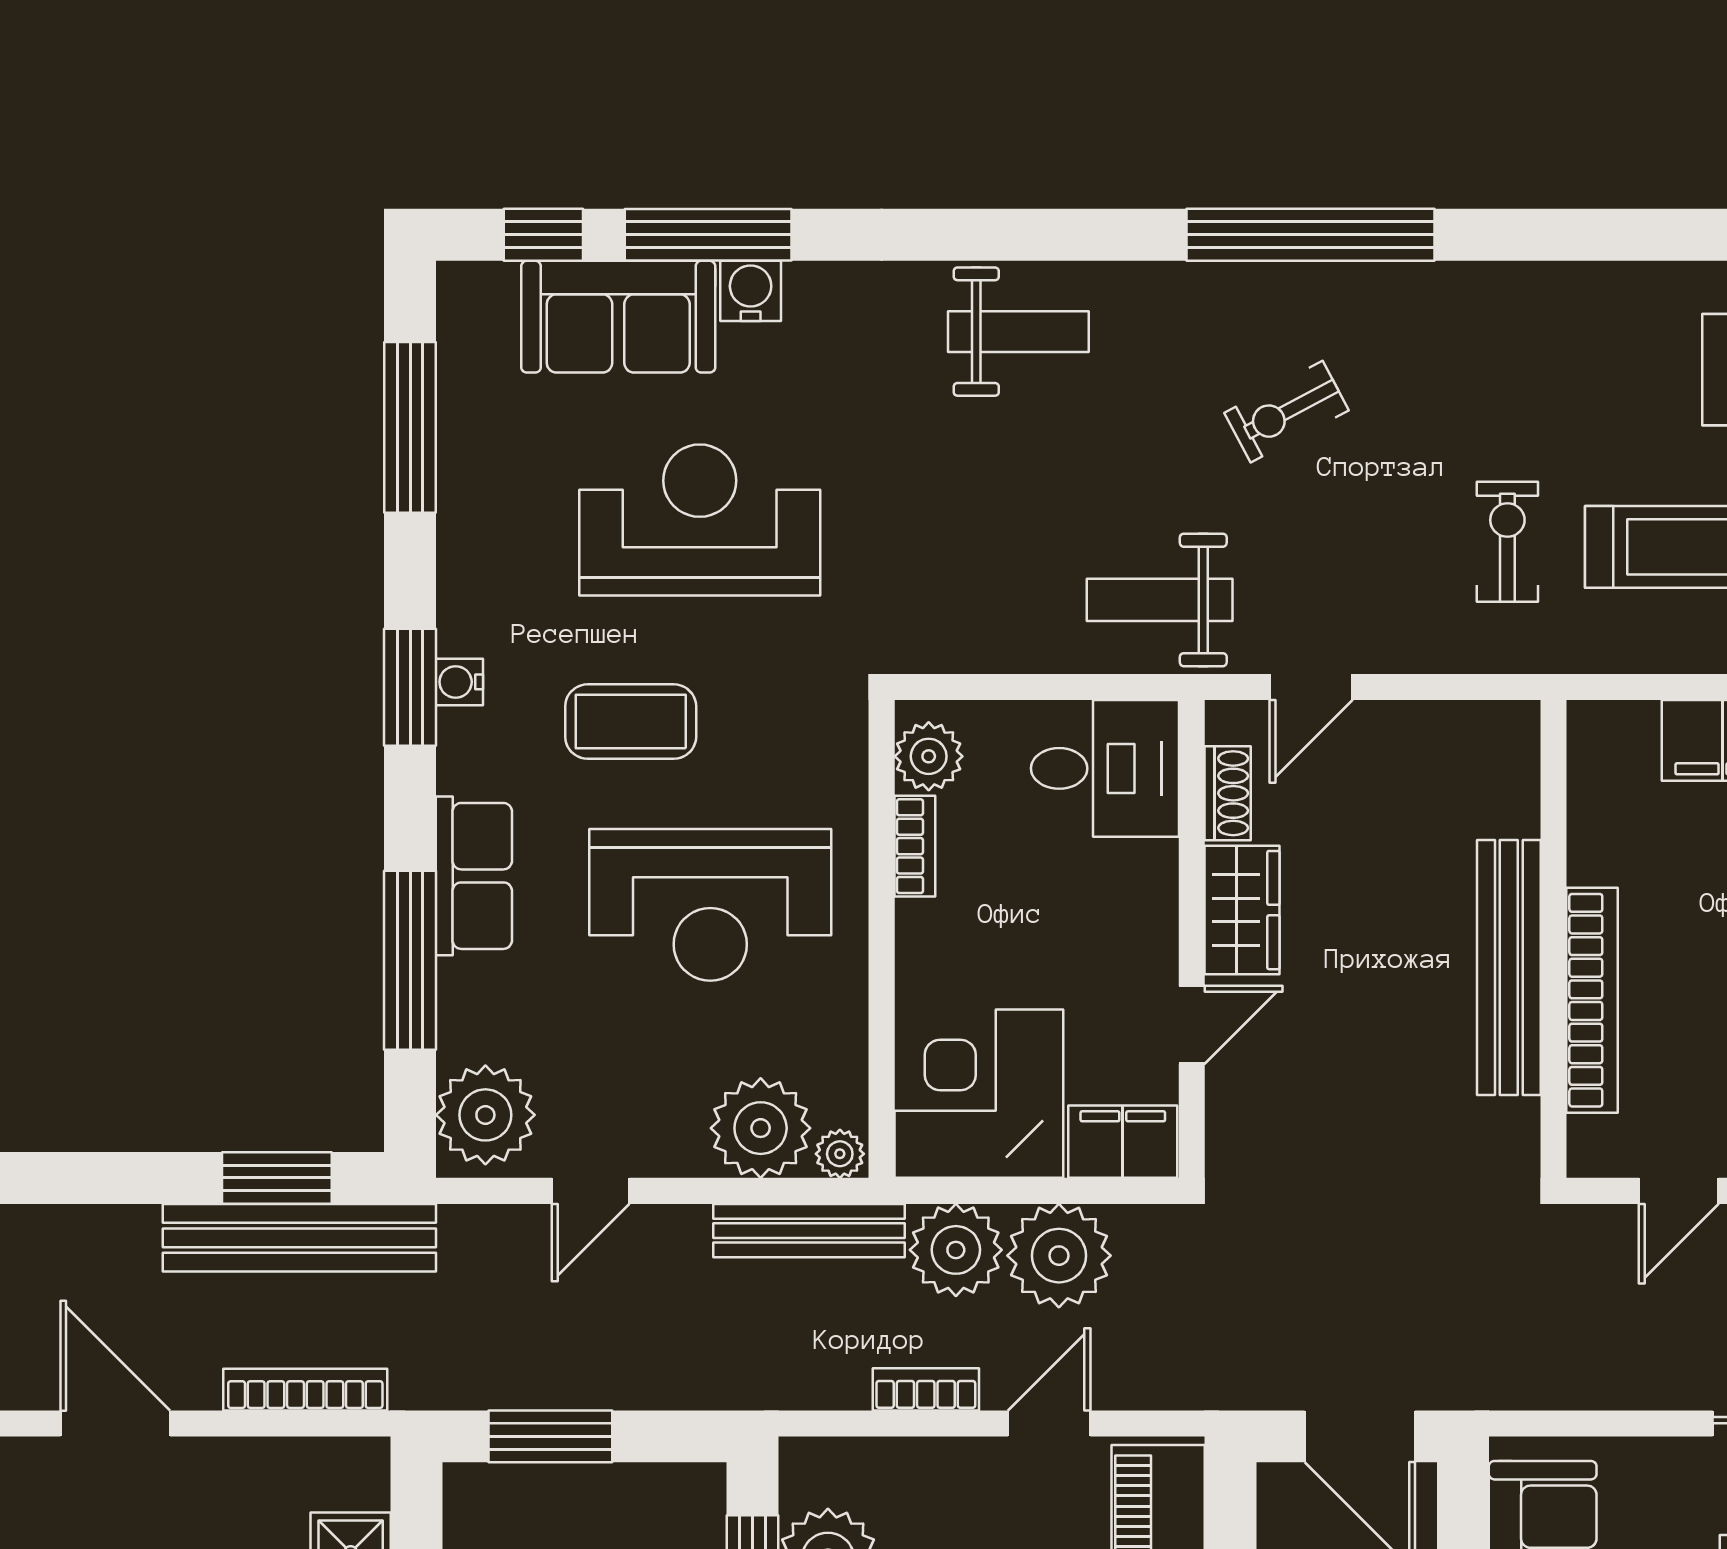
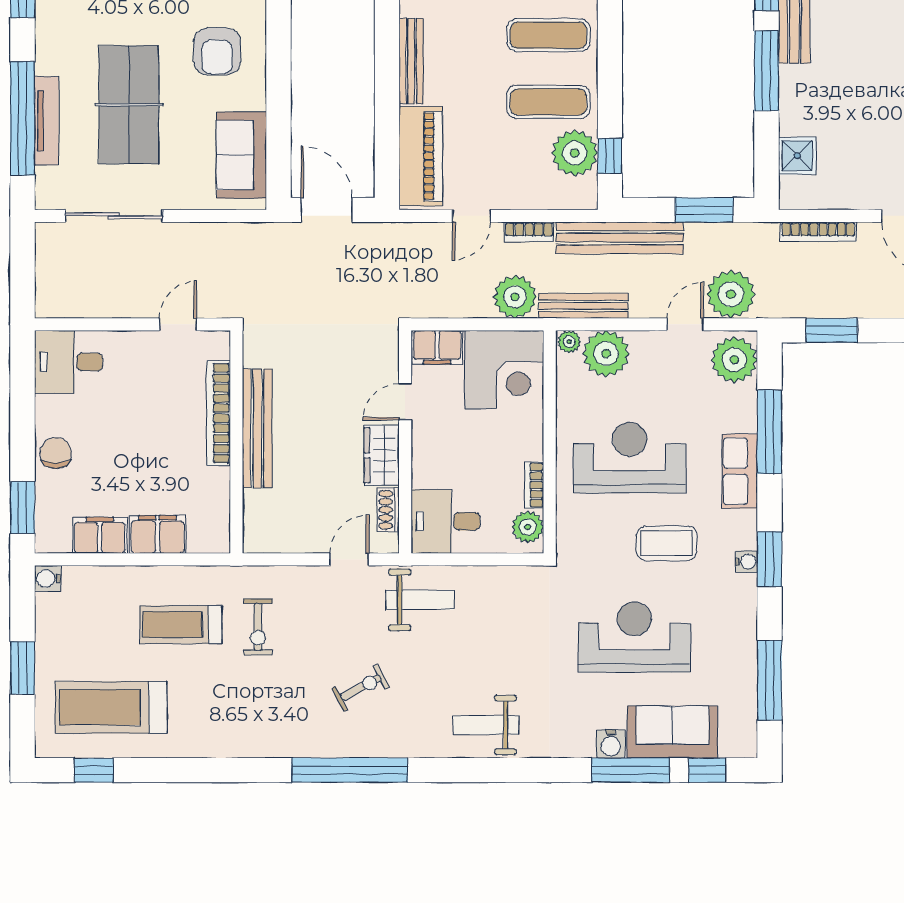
reception desk: (700, 520) -> (634, 637), turned 180
bench: (299, 1238) -> (620, 238), moved
plant: (1059, 1256) -> (731, 294), moved

